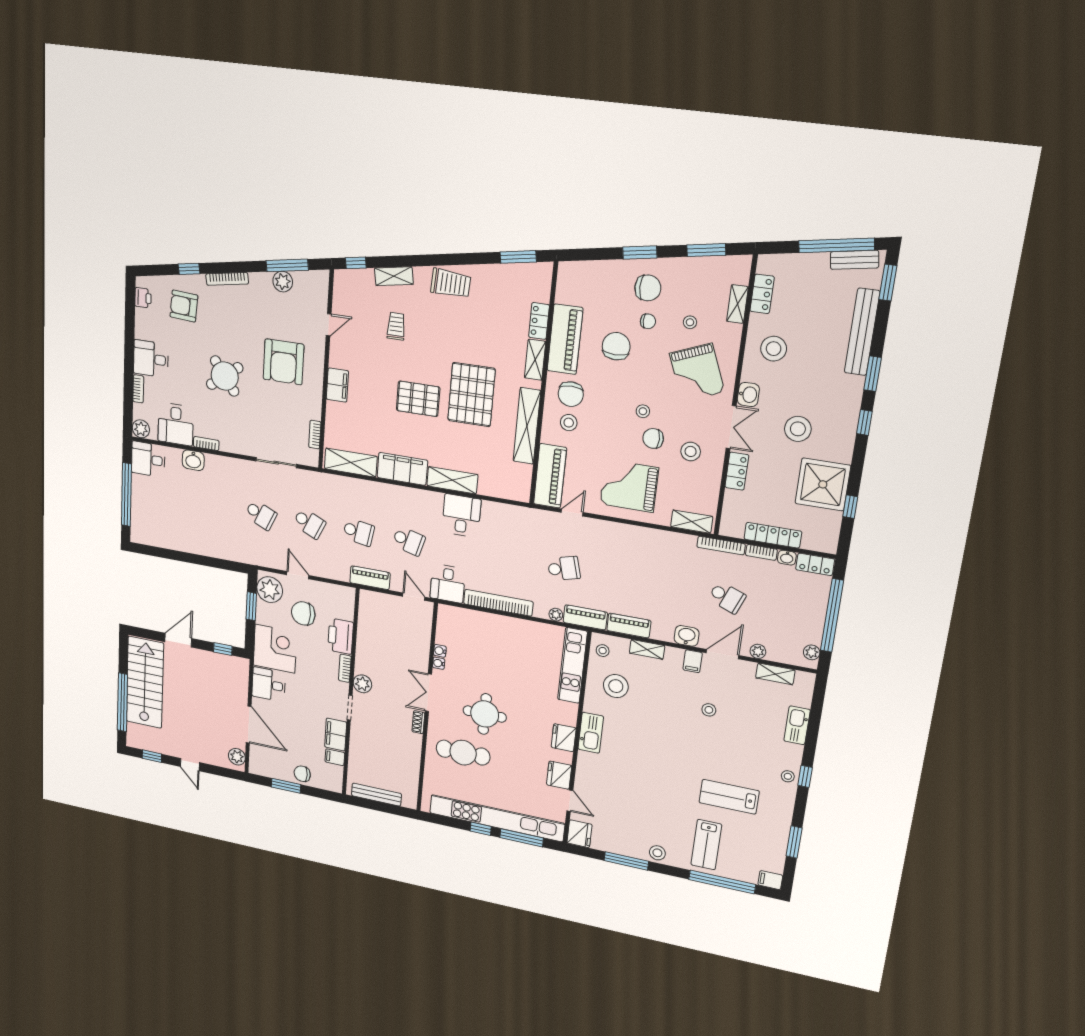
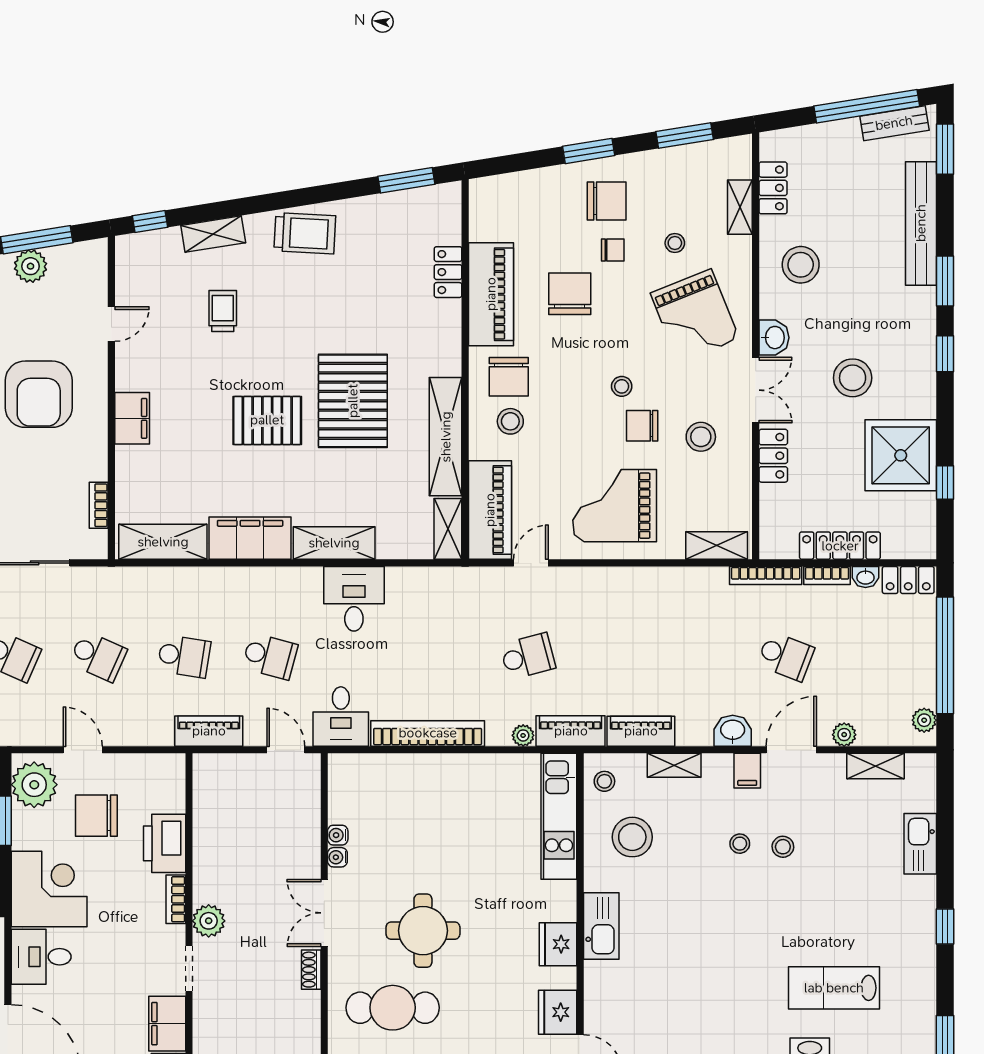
shelving: (535, 360) -> (448, 529), moved
stool: (788, 776) -> (740, 844), moved

